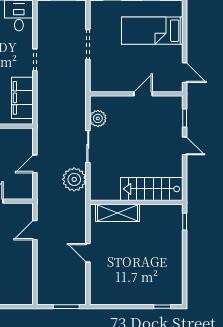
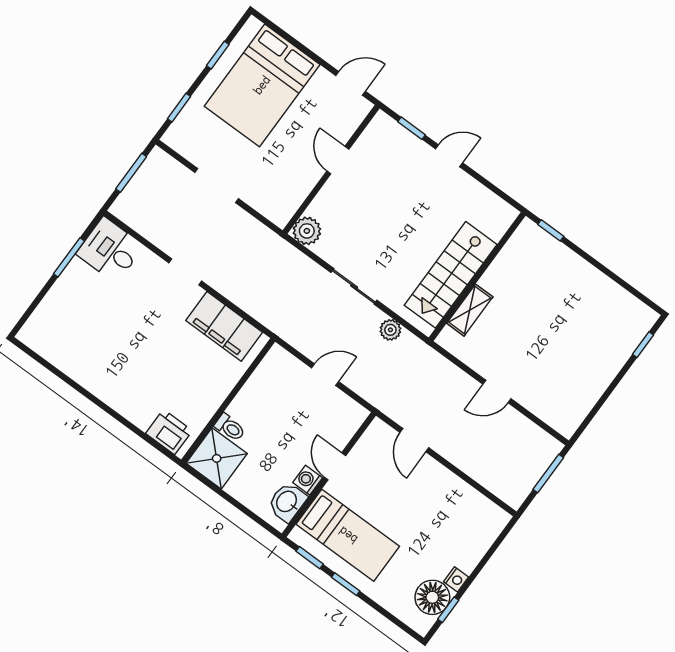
bed: (152, 31) -> (262, 85), width x1.50
plant: (98, 118) -> (307, 231), moved
door: (35, 164) -> (325, 375), swing flipped
plant: (74, 179) -> (390, 330), width x0.53, depth x0.53
stairs: (152, 189) -> (451, 275), moved
shelving: (117, 213) -> (470, 310), width x0.67, depth x0.75

